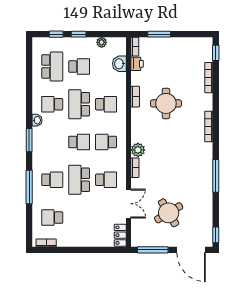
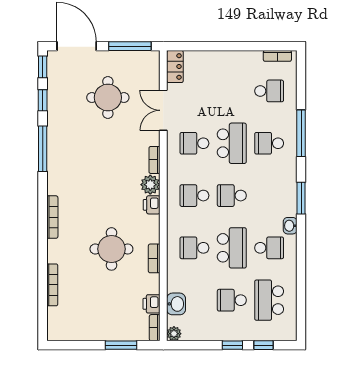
plant: (102, 42) -> (174, 334), moved
window: (216, 53) -> (43, 100), moved
printer: (137, 135) -> (152, 205), added
school desk: (106, 142) -> (194, 196), turned 180
round table: (169, 213) -> (108, 98), turned 31

